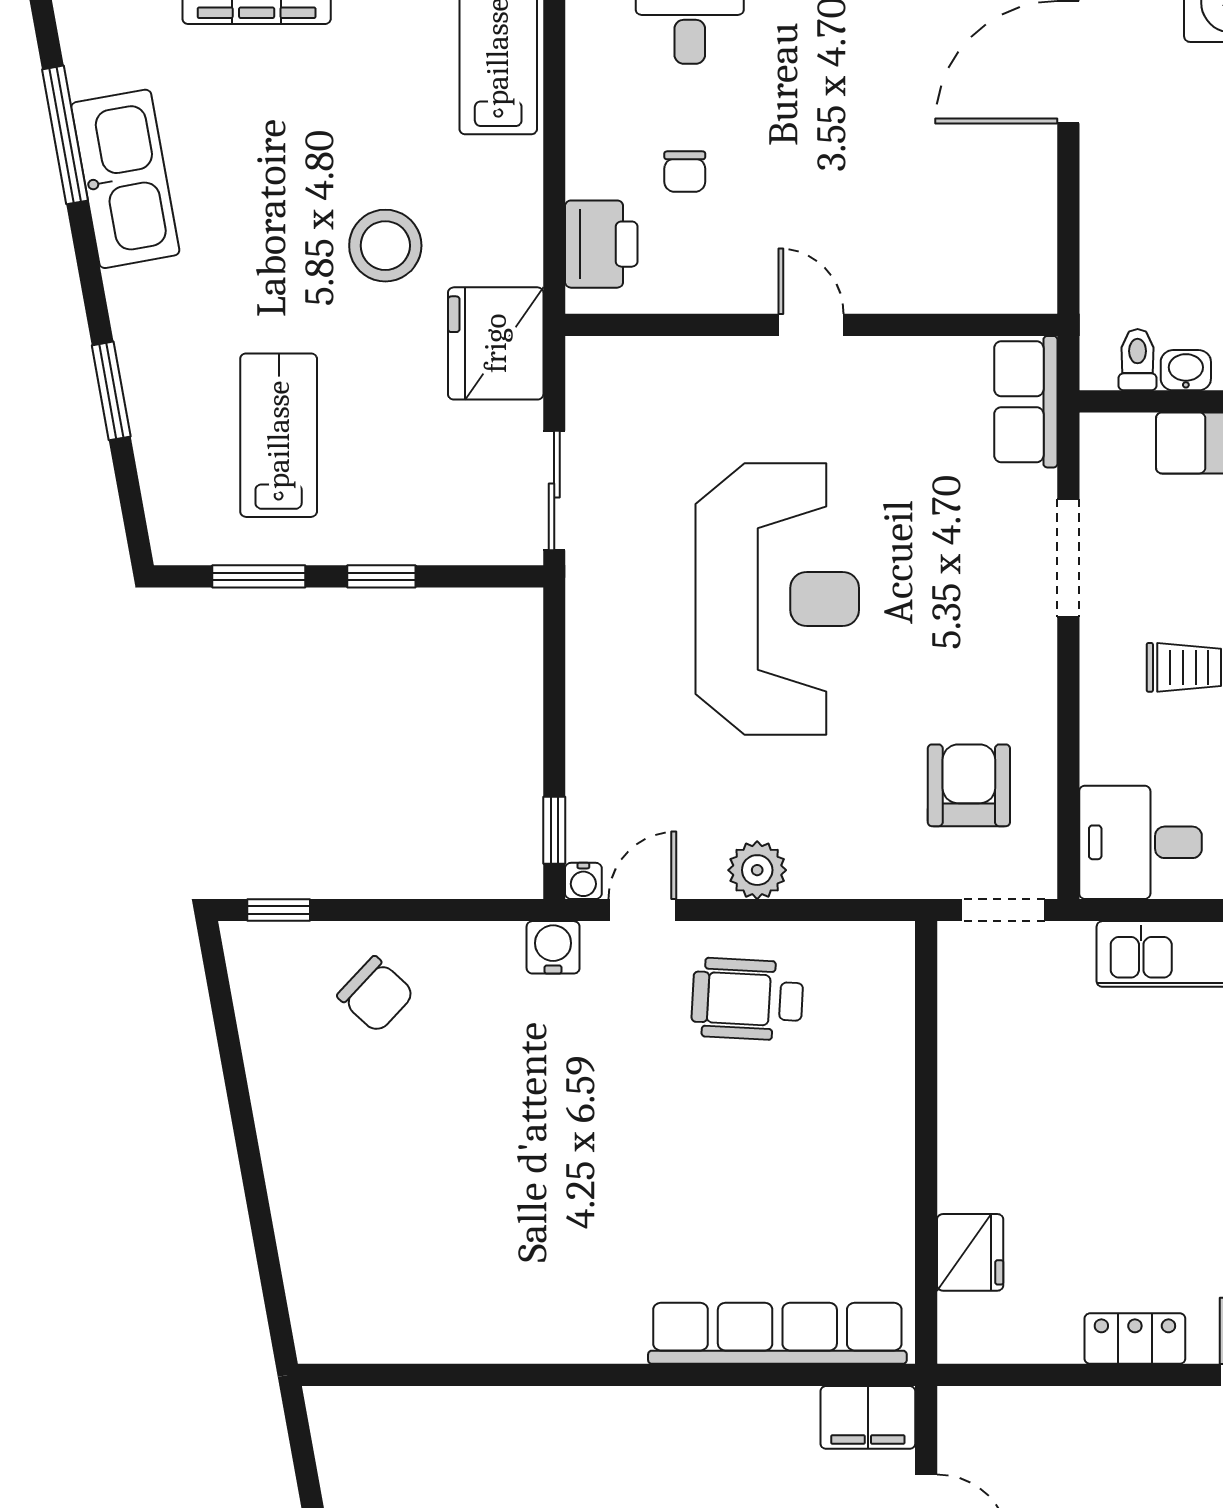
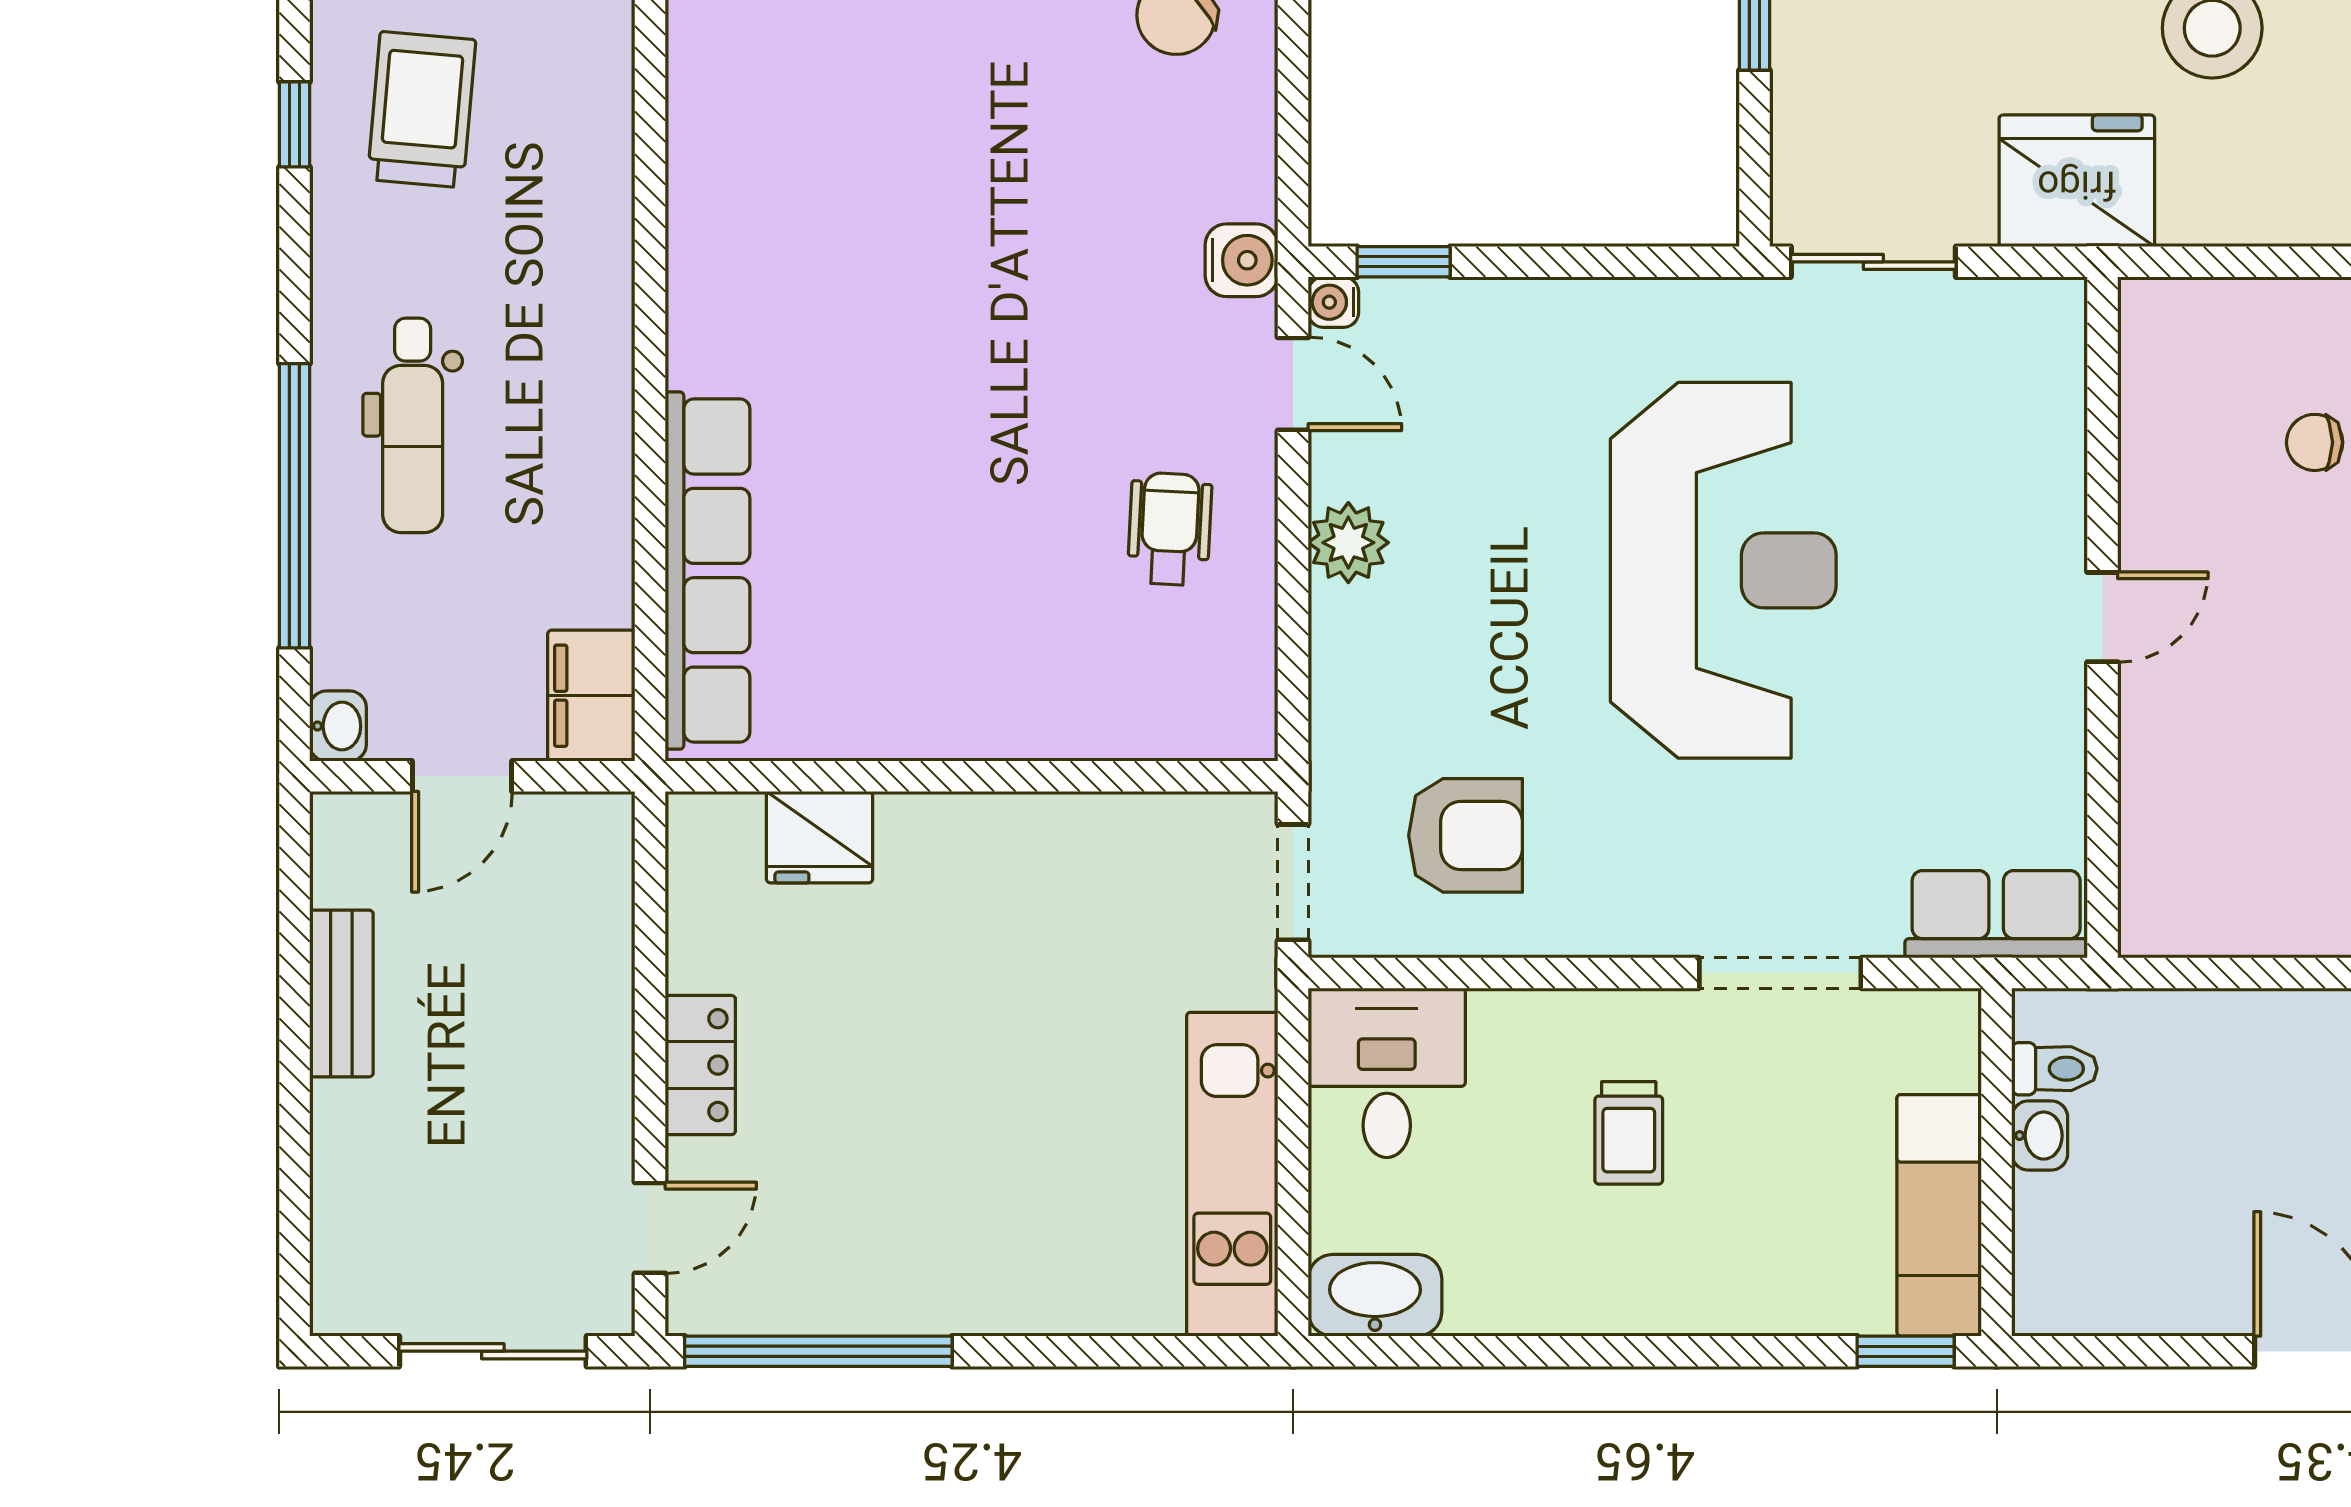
printer: (601, 244) -> (2214, 327), removed
reception desk: (777, 599) -> (1723, 570), turned -90
wheelchair: (747, 999) -> (1170, 529), width x0.73, depth x0.73

